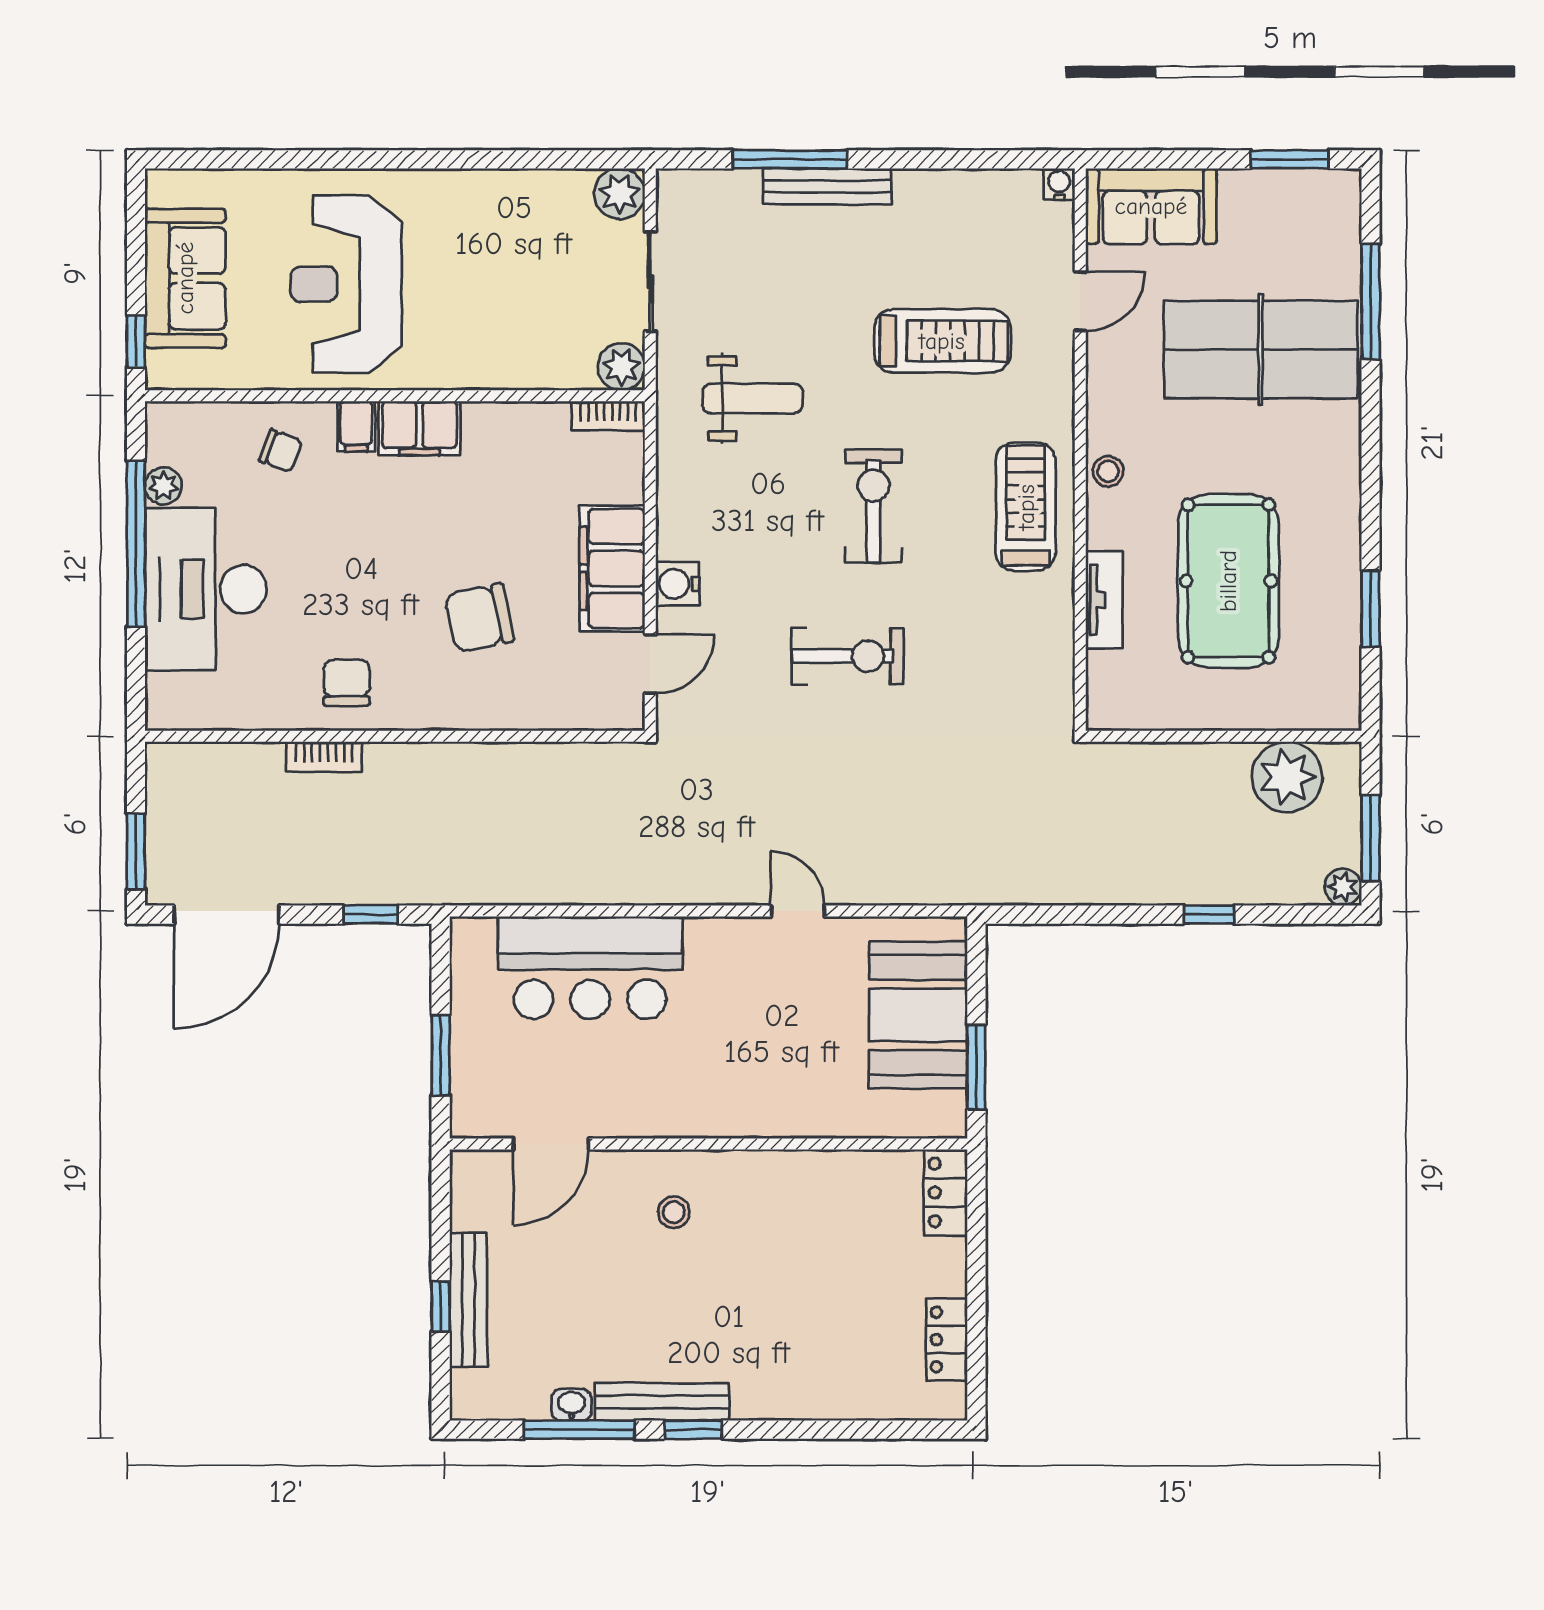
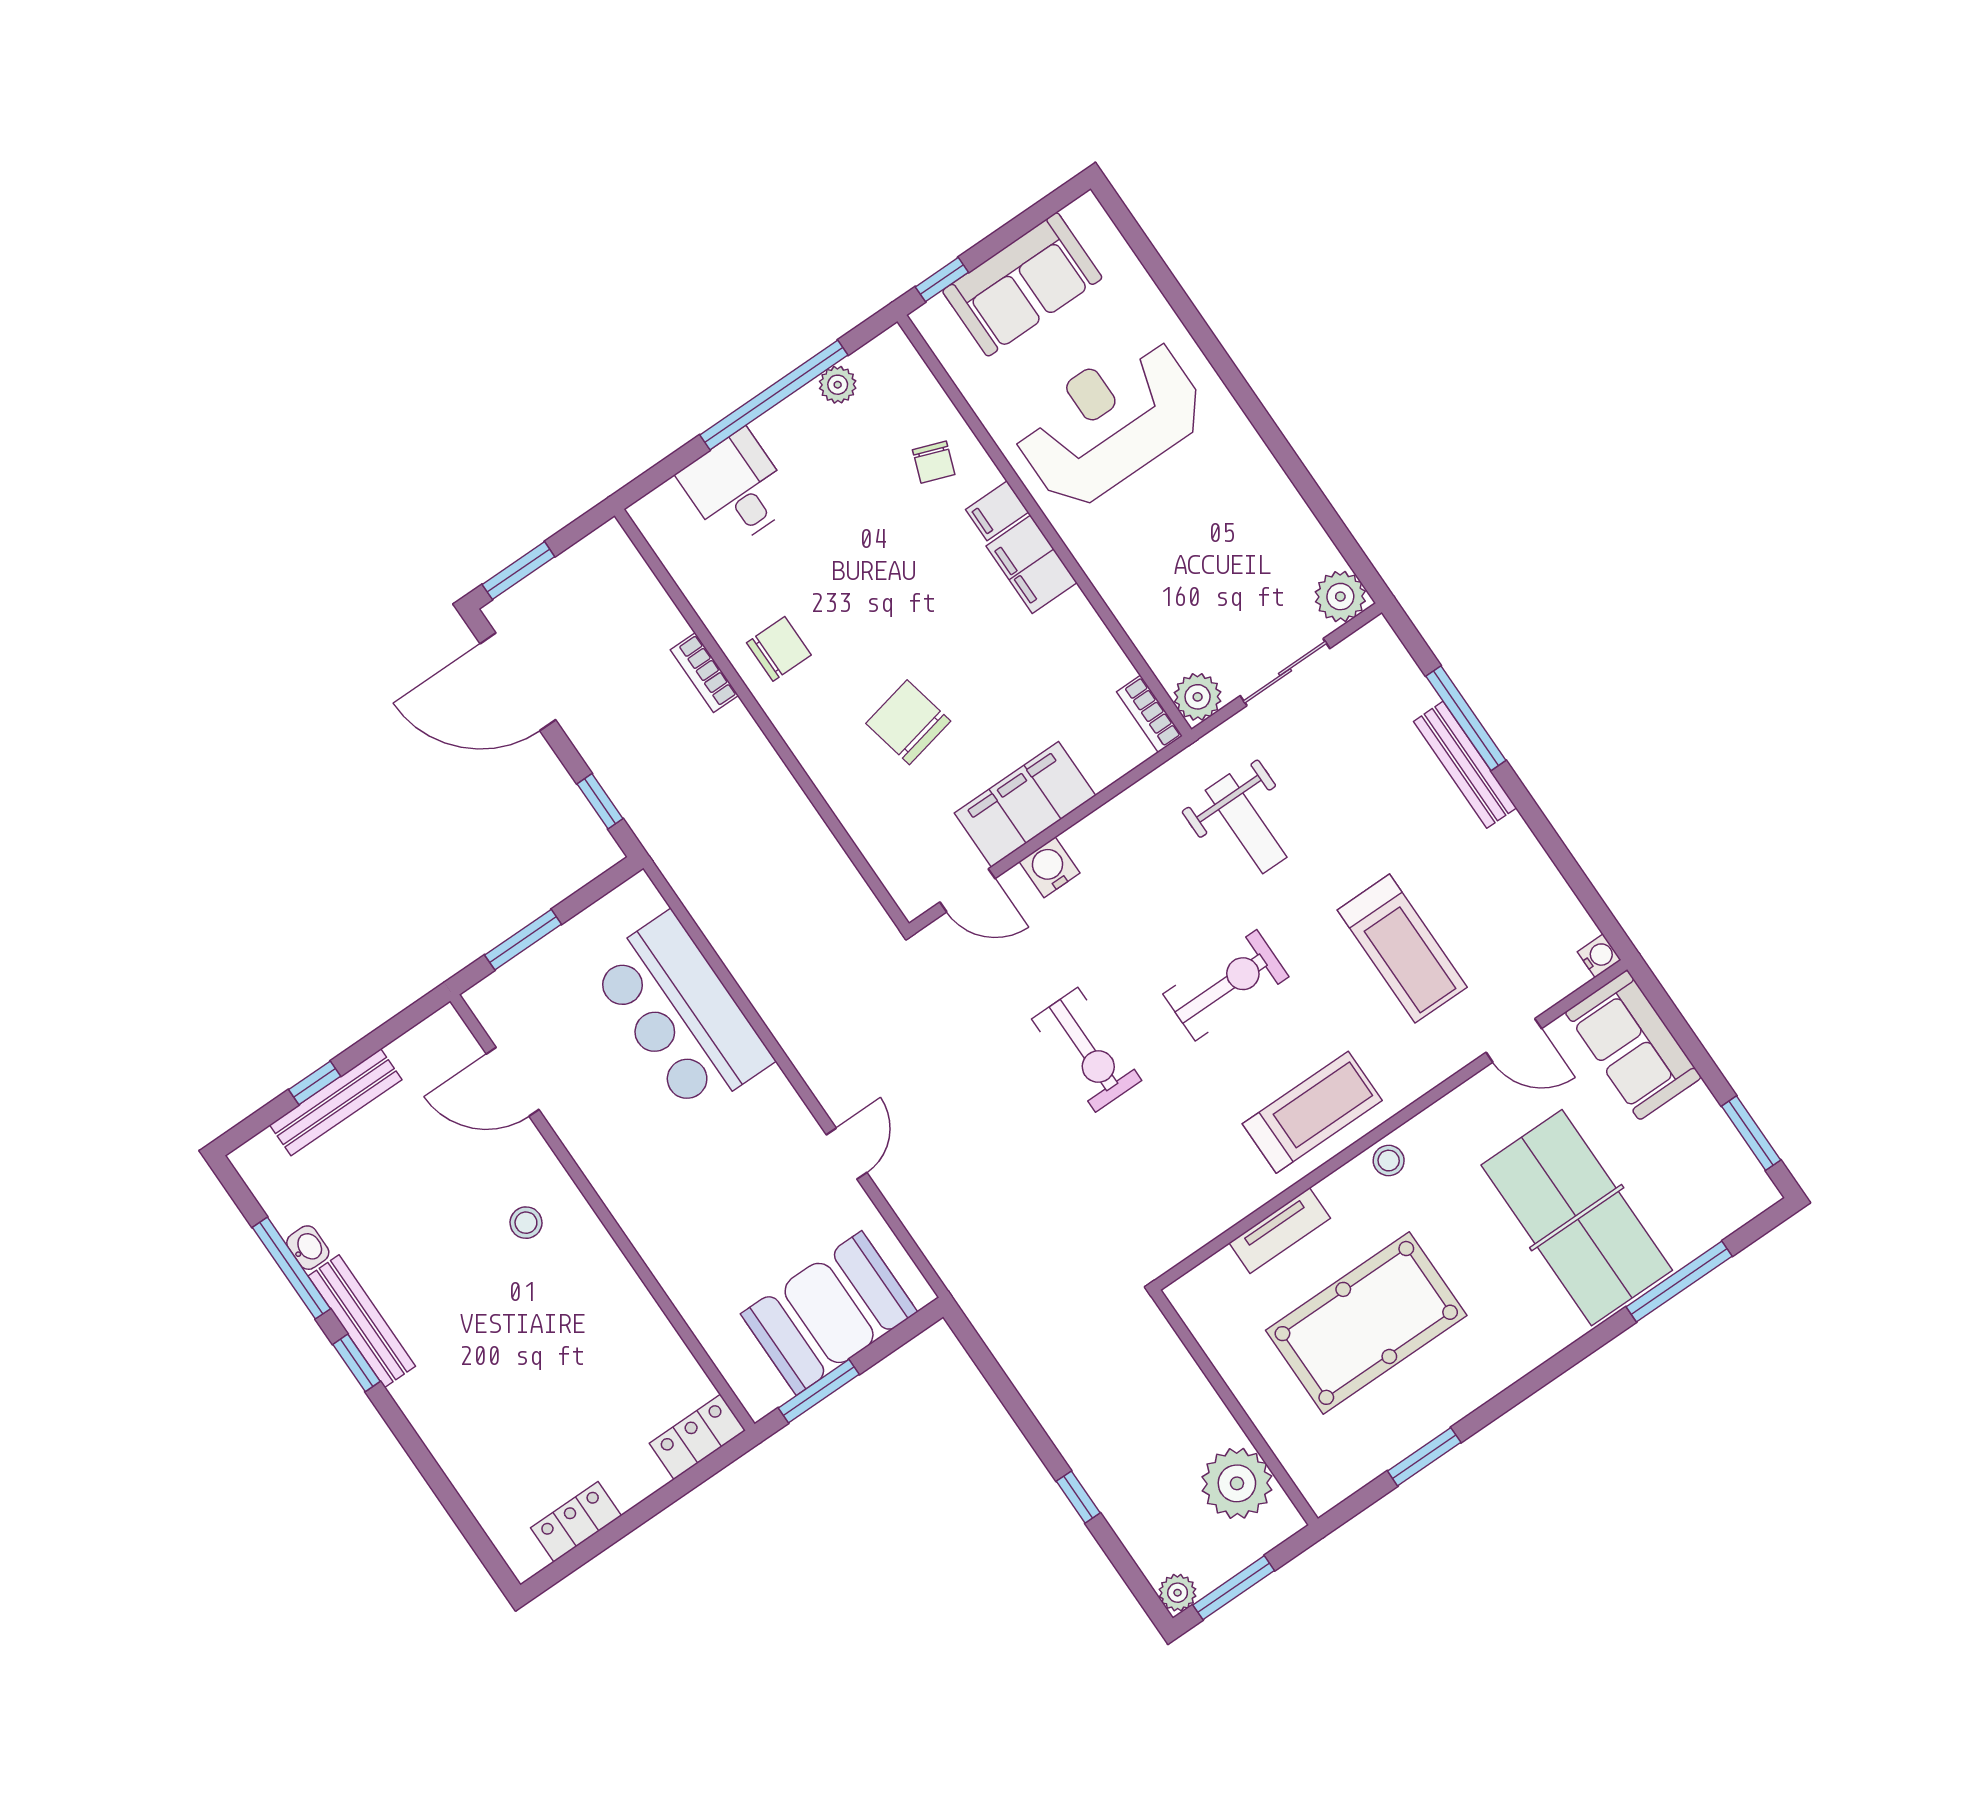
desk: (206, 589) -> (737, 489), width x0.53, depth x0.77

